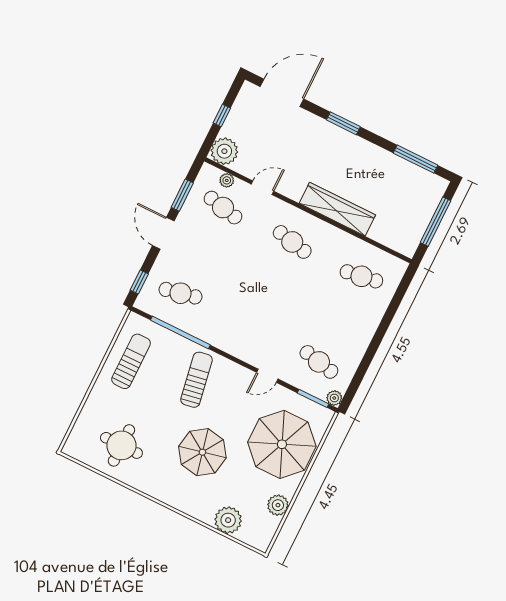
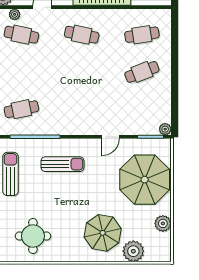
cafe table: (319, 362) -> (142, 72), moved, turned -33
sun lounger: (196, 380) -> (63, 164), turned 100
parasol: (202, 452) -> (103, 233), moved

